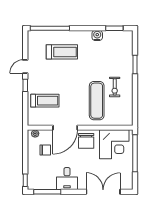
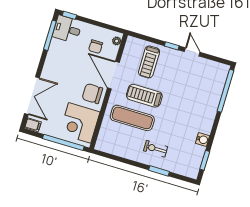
treadmill: (62, 52) -> (144, 96), moved, turned 90
exercise bike: (115, 87) -> (156, 149), moved
desk: (67, 179) -> (67, 29), moved
filing cabinet: (128, 183) -> (33, 125), added

